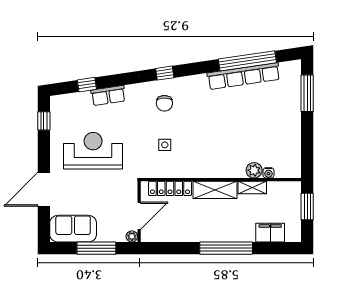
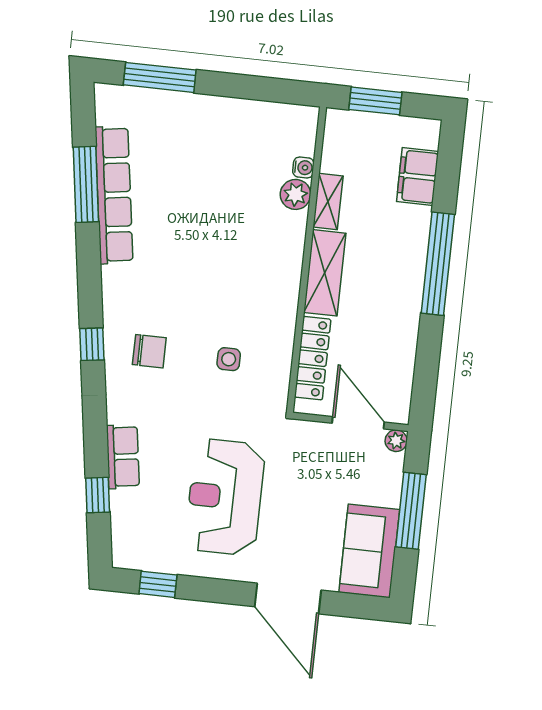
window: (247, 61) -> (86, 184), width x0.68

